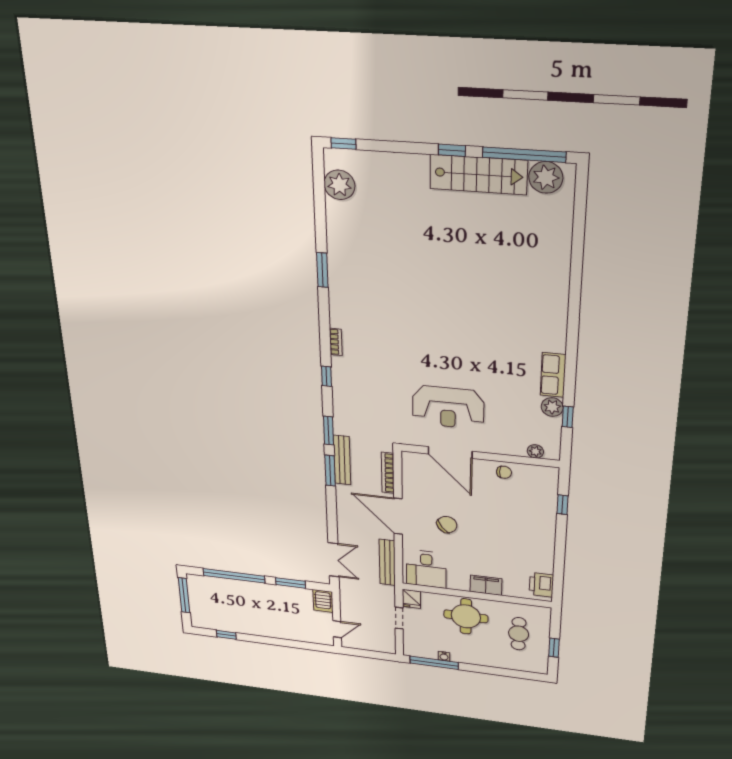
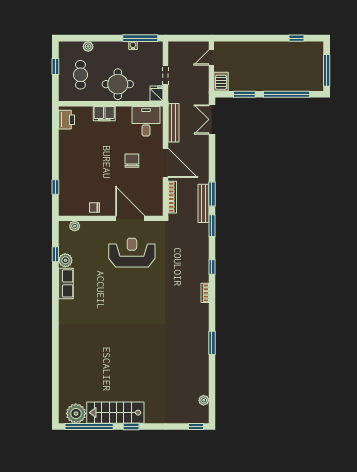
plant: (339, 185) -> (204, 400), width x0.53, depth x0.53
chair: (447, 525) -> (132, 161), turned 127
plant: (507, 664) -> (88, 46), added

